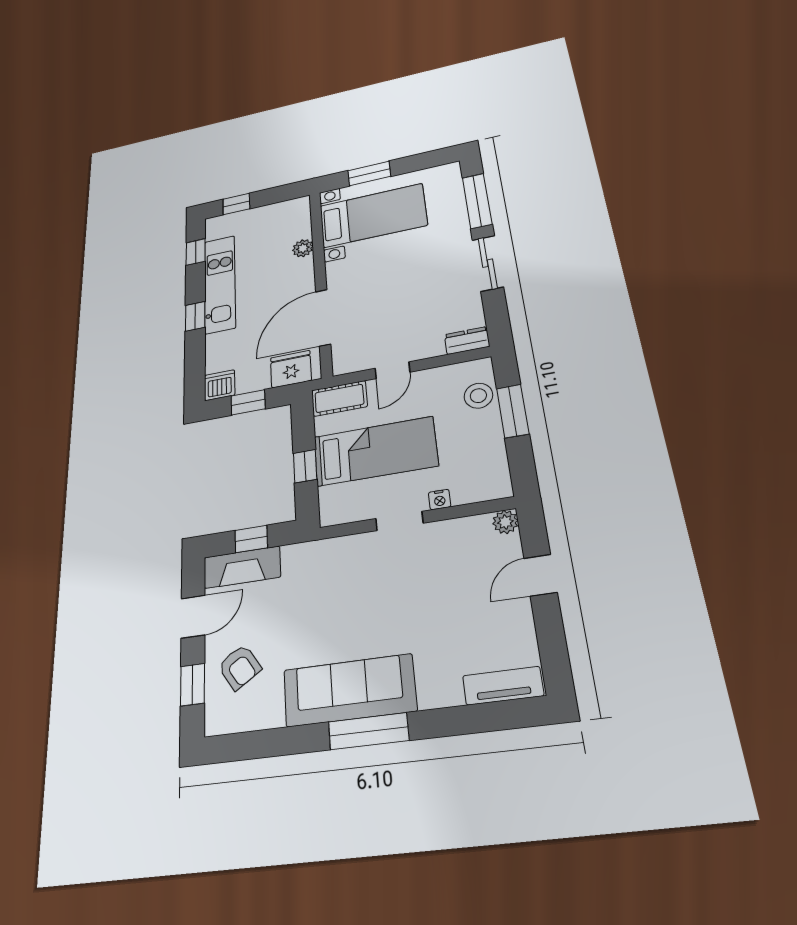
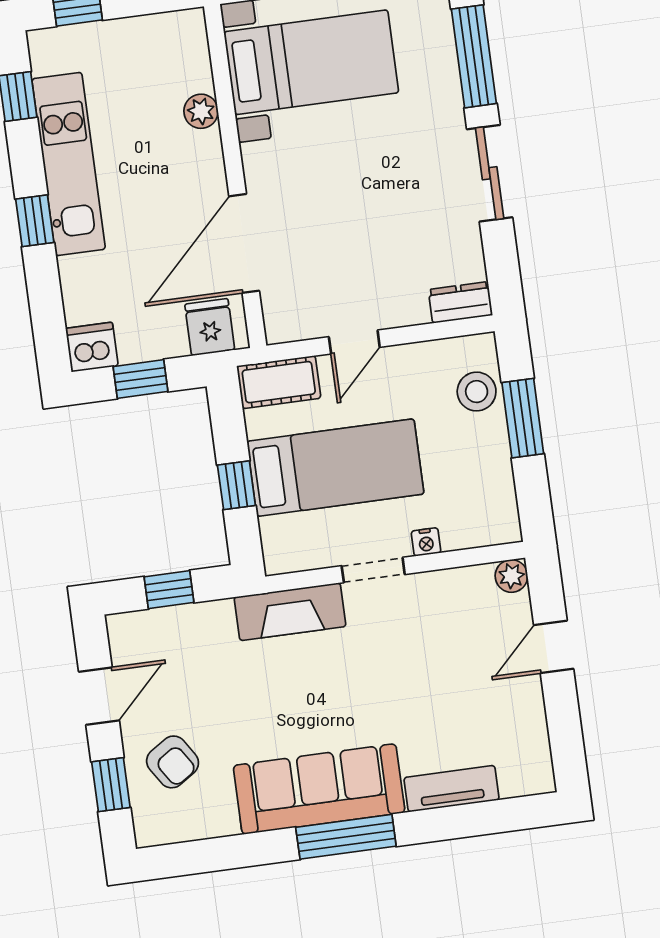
fridge: (291, 369) -> (210, 327), width x0.72
fireplace: (242, 567) -> (290, 612), moved
tv unit: (503, 686) -> (451, 789), moved

